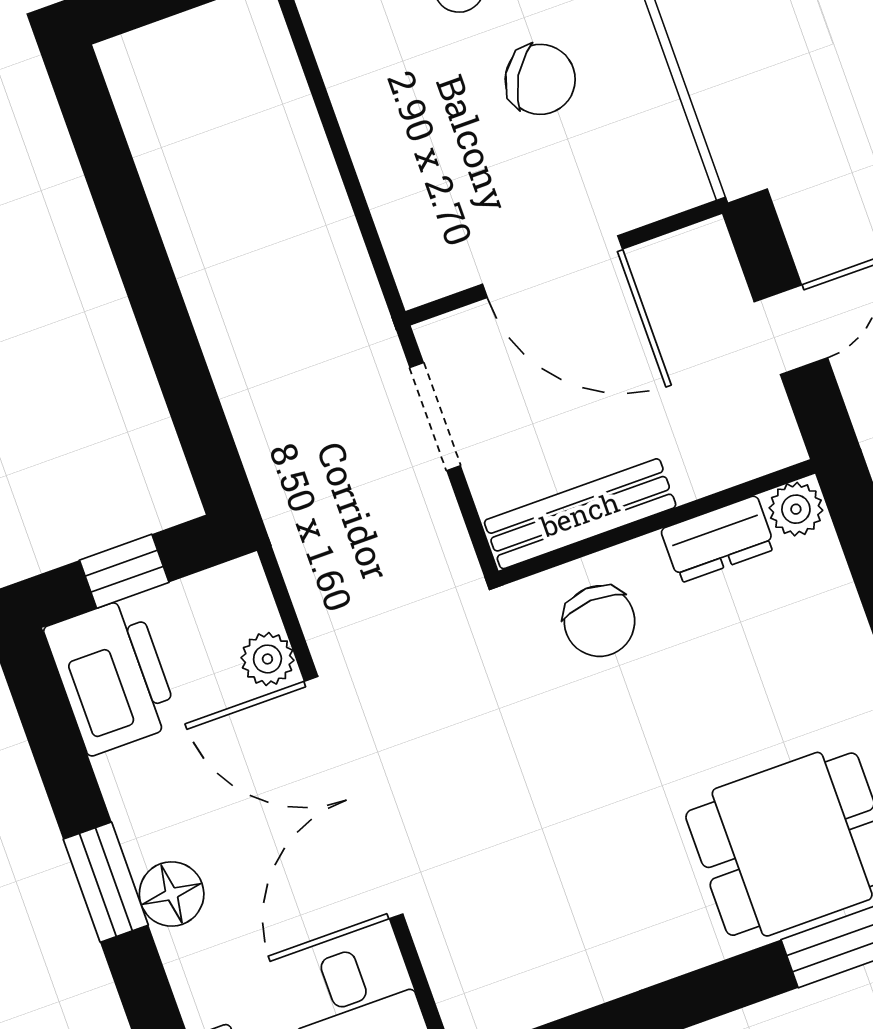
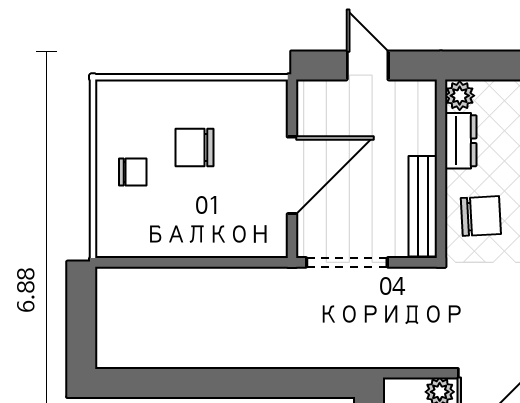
chair: (540, 79) -> (195, 147), turned -120
doorway: (435, 417) -> (347, 262), width x1.38

